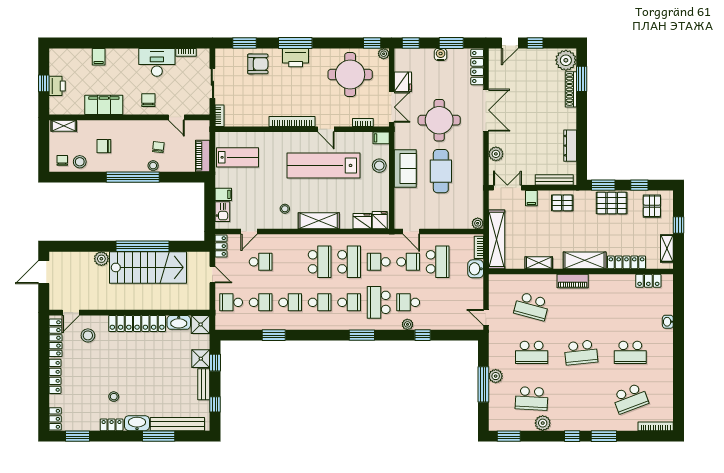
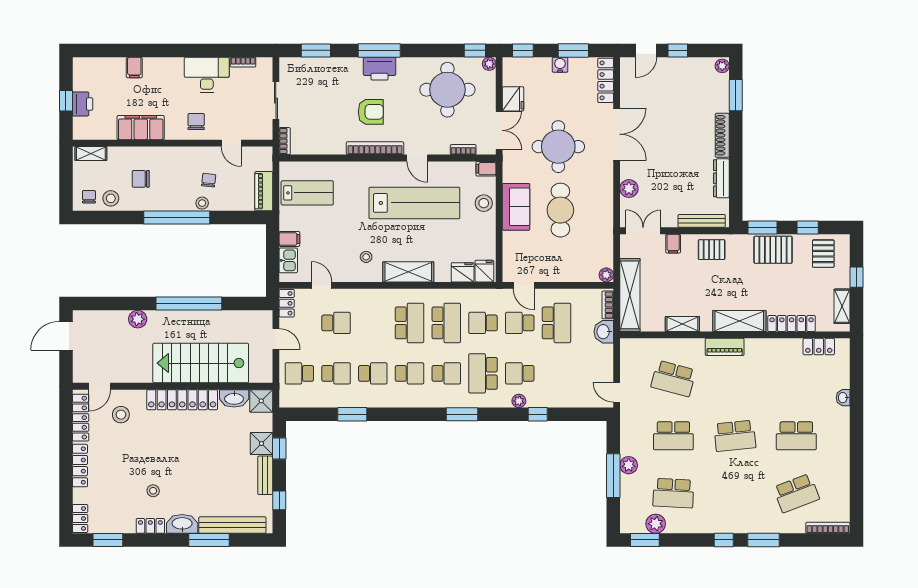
plant: (566, 60) -> (722, 66), width x0.53, depth x0.53
armchair: (258, 64) -> (371, 112), moved
shoe rack: (571, 89) -> (722, 135), moved
lab bench: (324, 165) -> (414, 203), turned 180
door: (249, 232) -> (322, 285), swing flipped
school desk: (408, 262) -> (520, 323), turned 180
stairs: (148, 267) -> (201, 363), moved, turned 180
plant: (543, 423) -> (656, 524), moved

